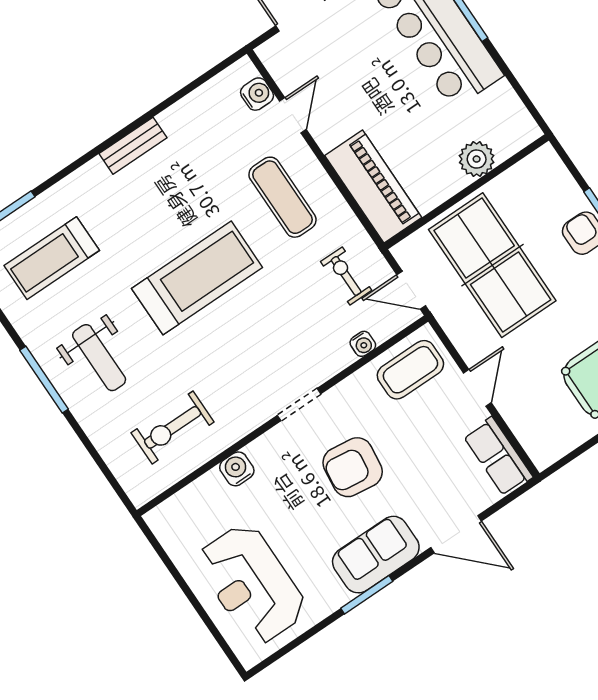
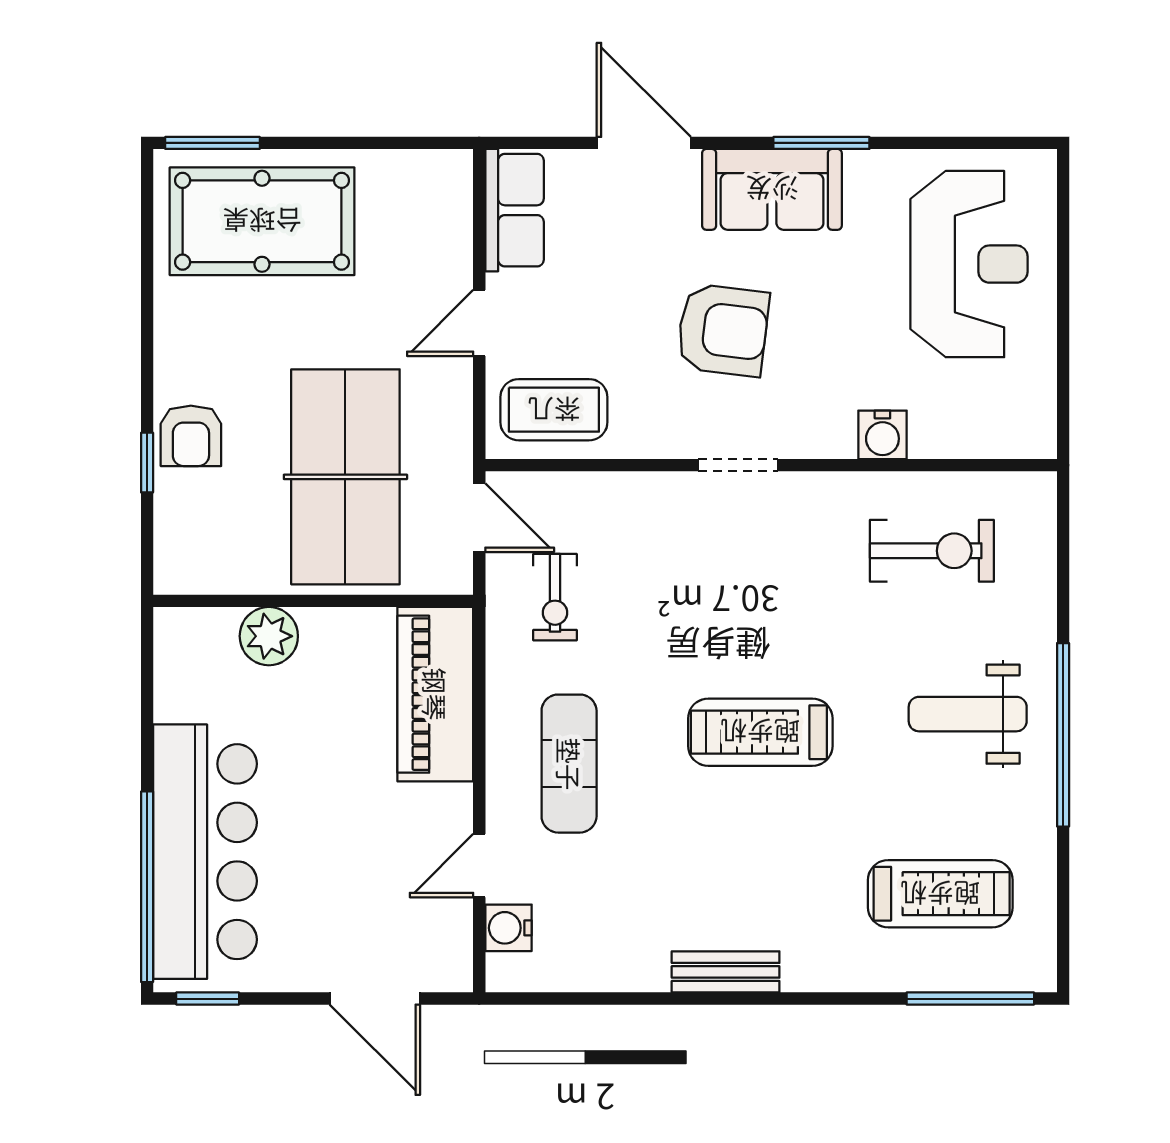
treadmill: (197, 278) -> (760, 732), width x0.73, depth x0.73
water cooler: (363, 344) -> (595, 489), removed
weight bench: (99, 358) -> (968, 714), turned -90
window: (44, 380) -> (1063, 735), width x1.46

